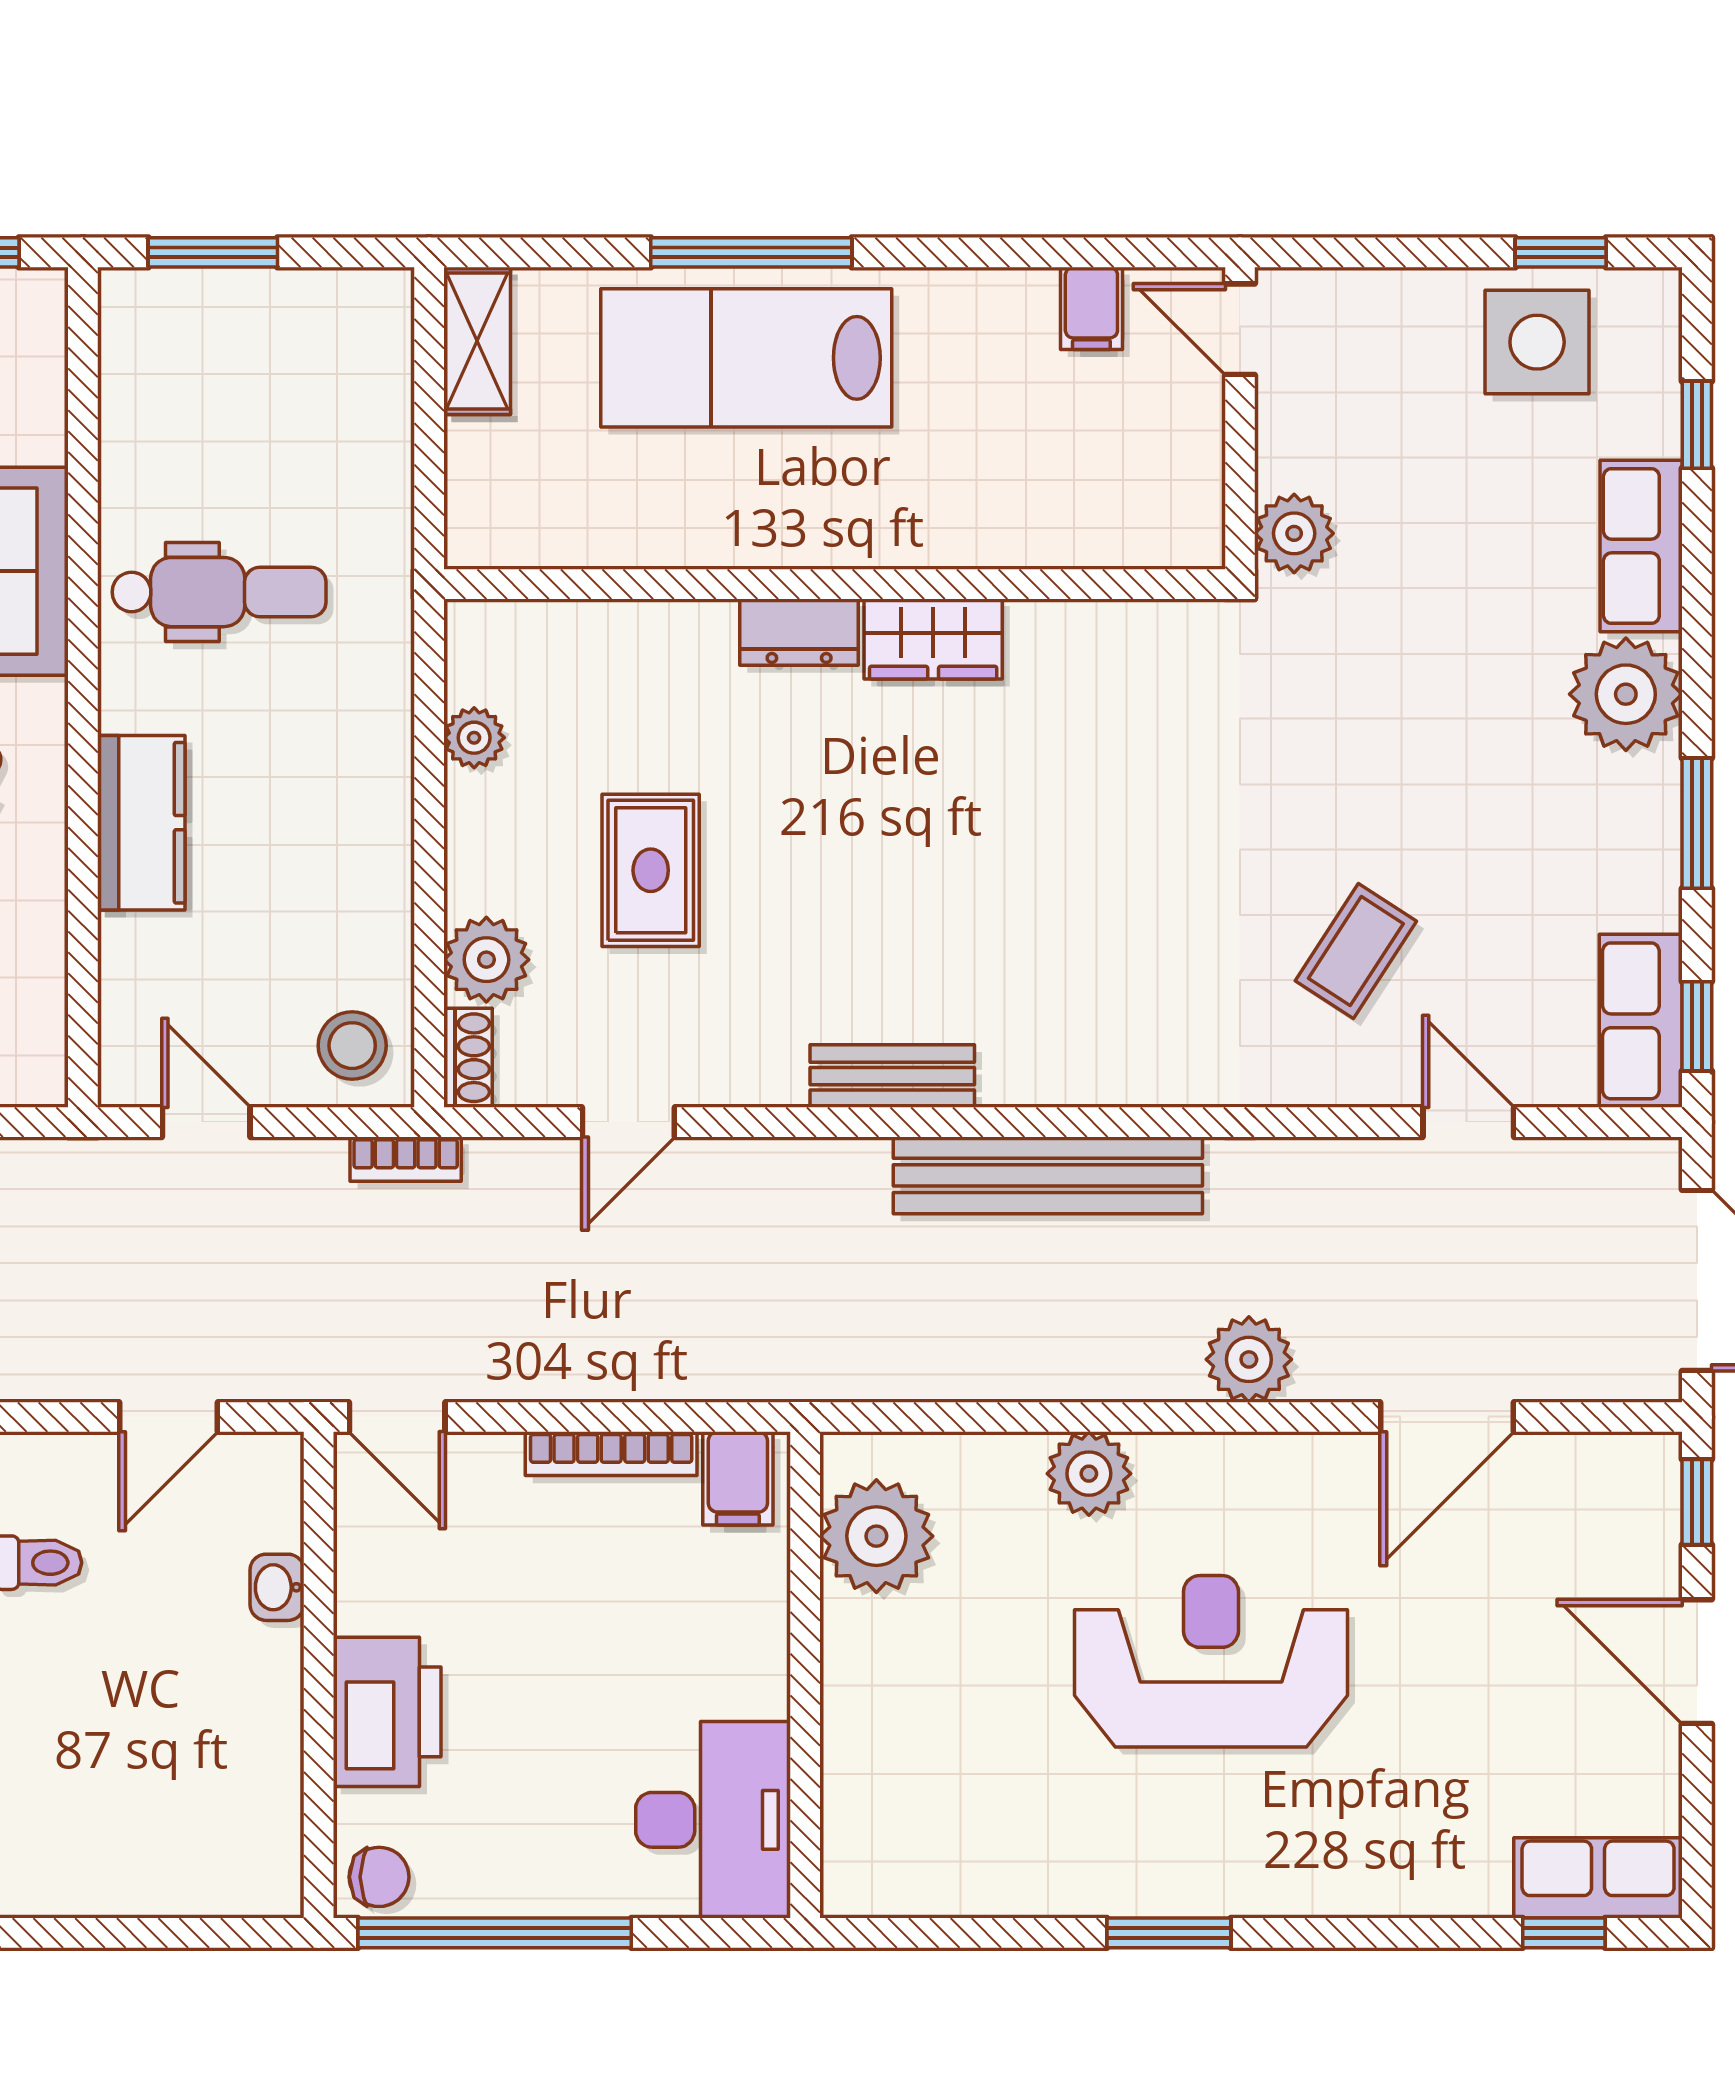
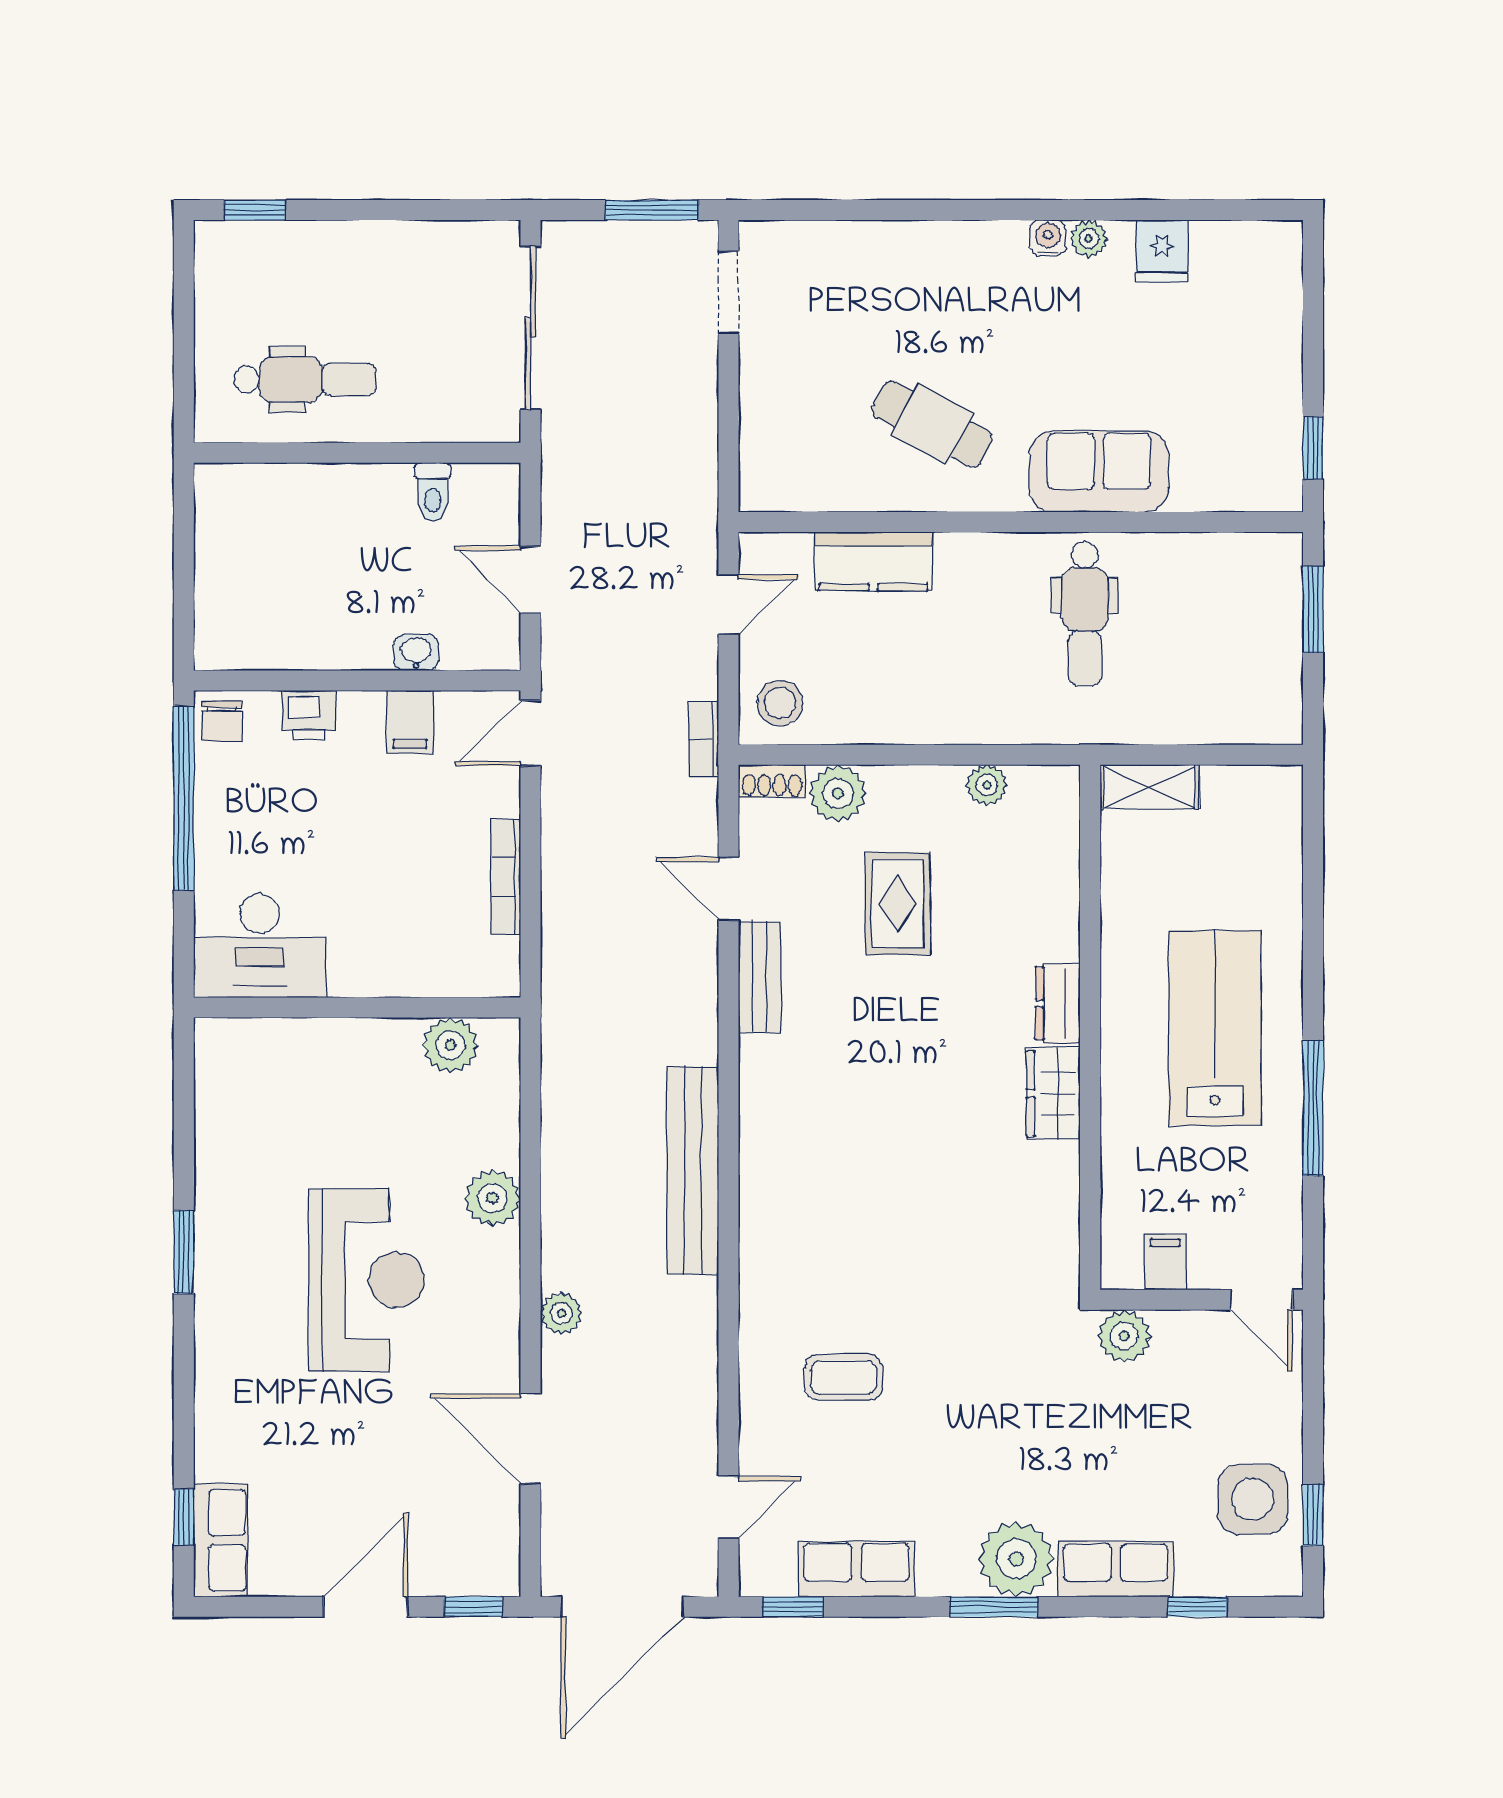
window: (751, 252) -> (1313, 1108), moved
filing cabinet: (1091, 308) -> (1165, 1262), moved, turned 90
door: (1240, 329) -> (1261, 1300), swing flipped
shelving: (477, 341) -> (1150, 787), moved
lab bench: (746, 358) -> (1215, 1028), moved
kitchen counter: (141, 823) -> (873, 561), moved
window: (1697, 823) -> (994, 1607), moved
rug: (651, 870) -> (898, 904), turned 90
coffee table: (1356, 951) -> (844, 1378), turned -33
row of seats: (1641, 1021) -> (856, 1569), moved
bench: (892, 1076) -> (760, 977), moved
door: (1468, 1122) -> (729, 1508), moved
plant: (1249, 1359) -> (561, 1313), width x0.73, depth x0.73
filing cabinet: (738, 1478) -> (410, 722), moved, turned -90
plant: (876, 1536) -> (450, 1045), width x0.73, depth x0.73
printer: (387, 1712) -> (309, 715), width x0.53, depth x0.68

